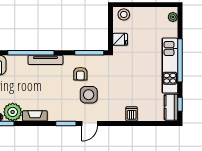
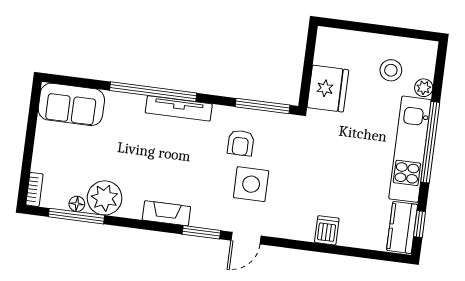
stool: (124, 14) -> (391, 70), moved
plant: (173, 17) -> (424, 88), moved
fridge: (120, 39) -> (328, 89), width x1.88, depth x1.34
fireplace: (35, 116) -> (166, 213), moved

